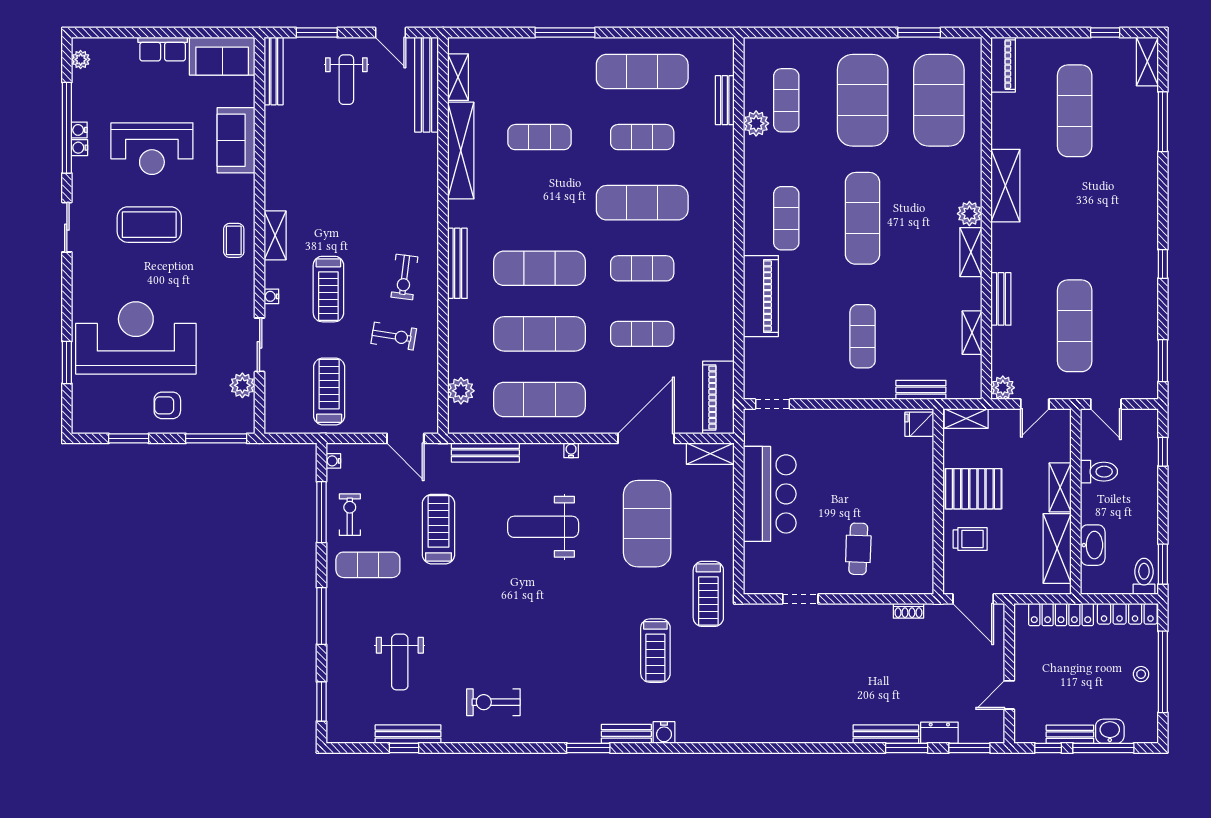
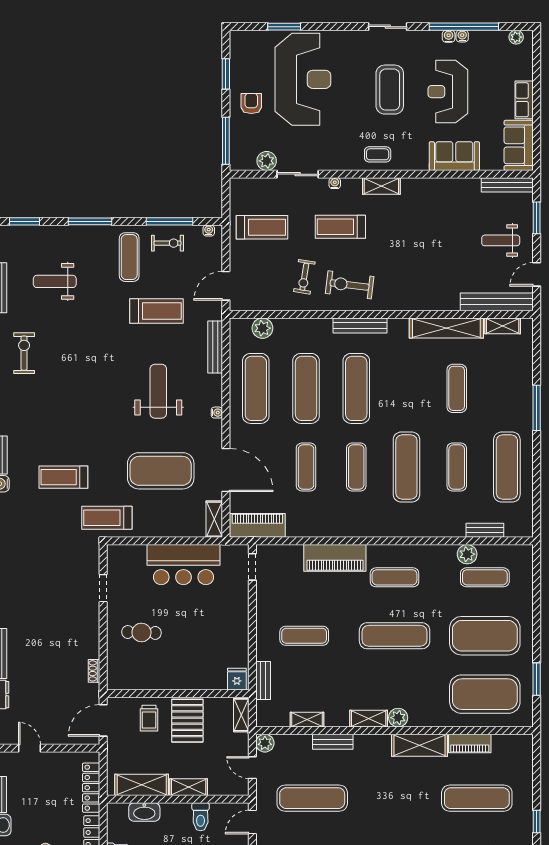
piano: (1003, 65) -> (470, 743), moved
exercise bike: (404, 277) -> (350, 285), width x1.38, depth x1.39

